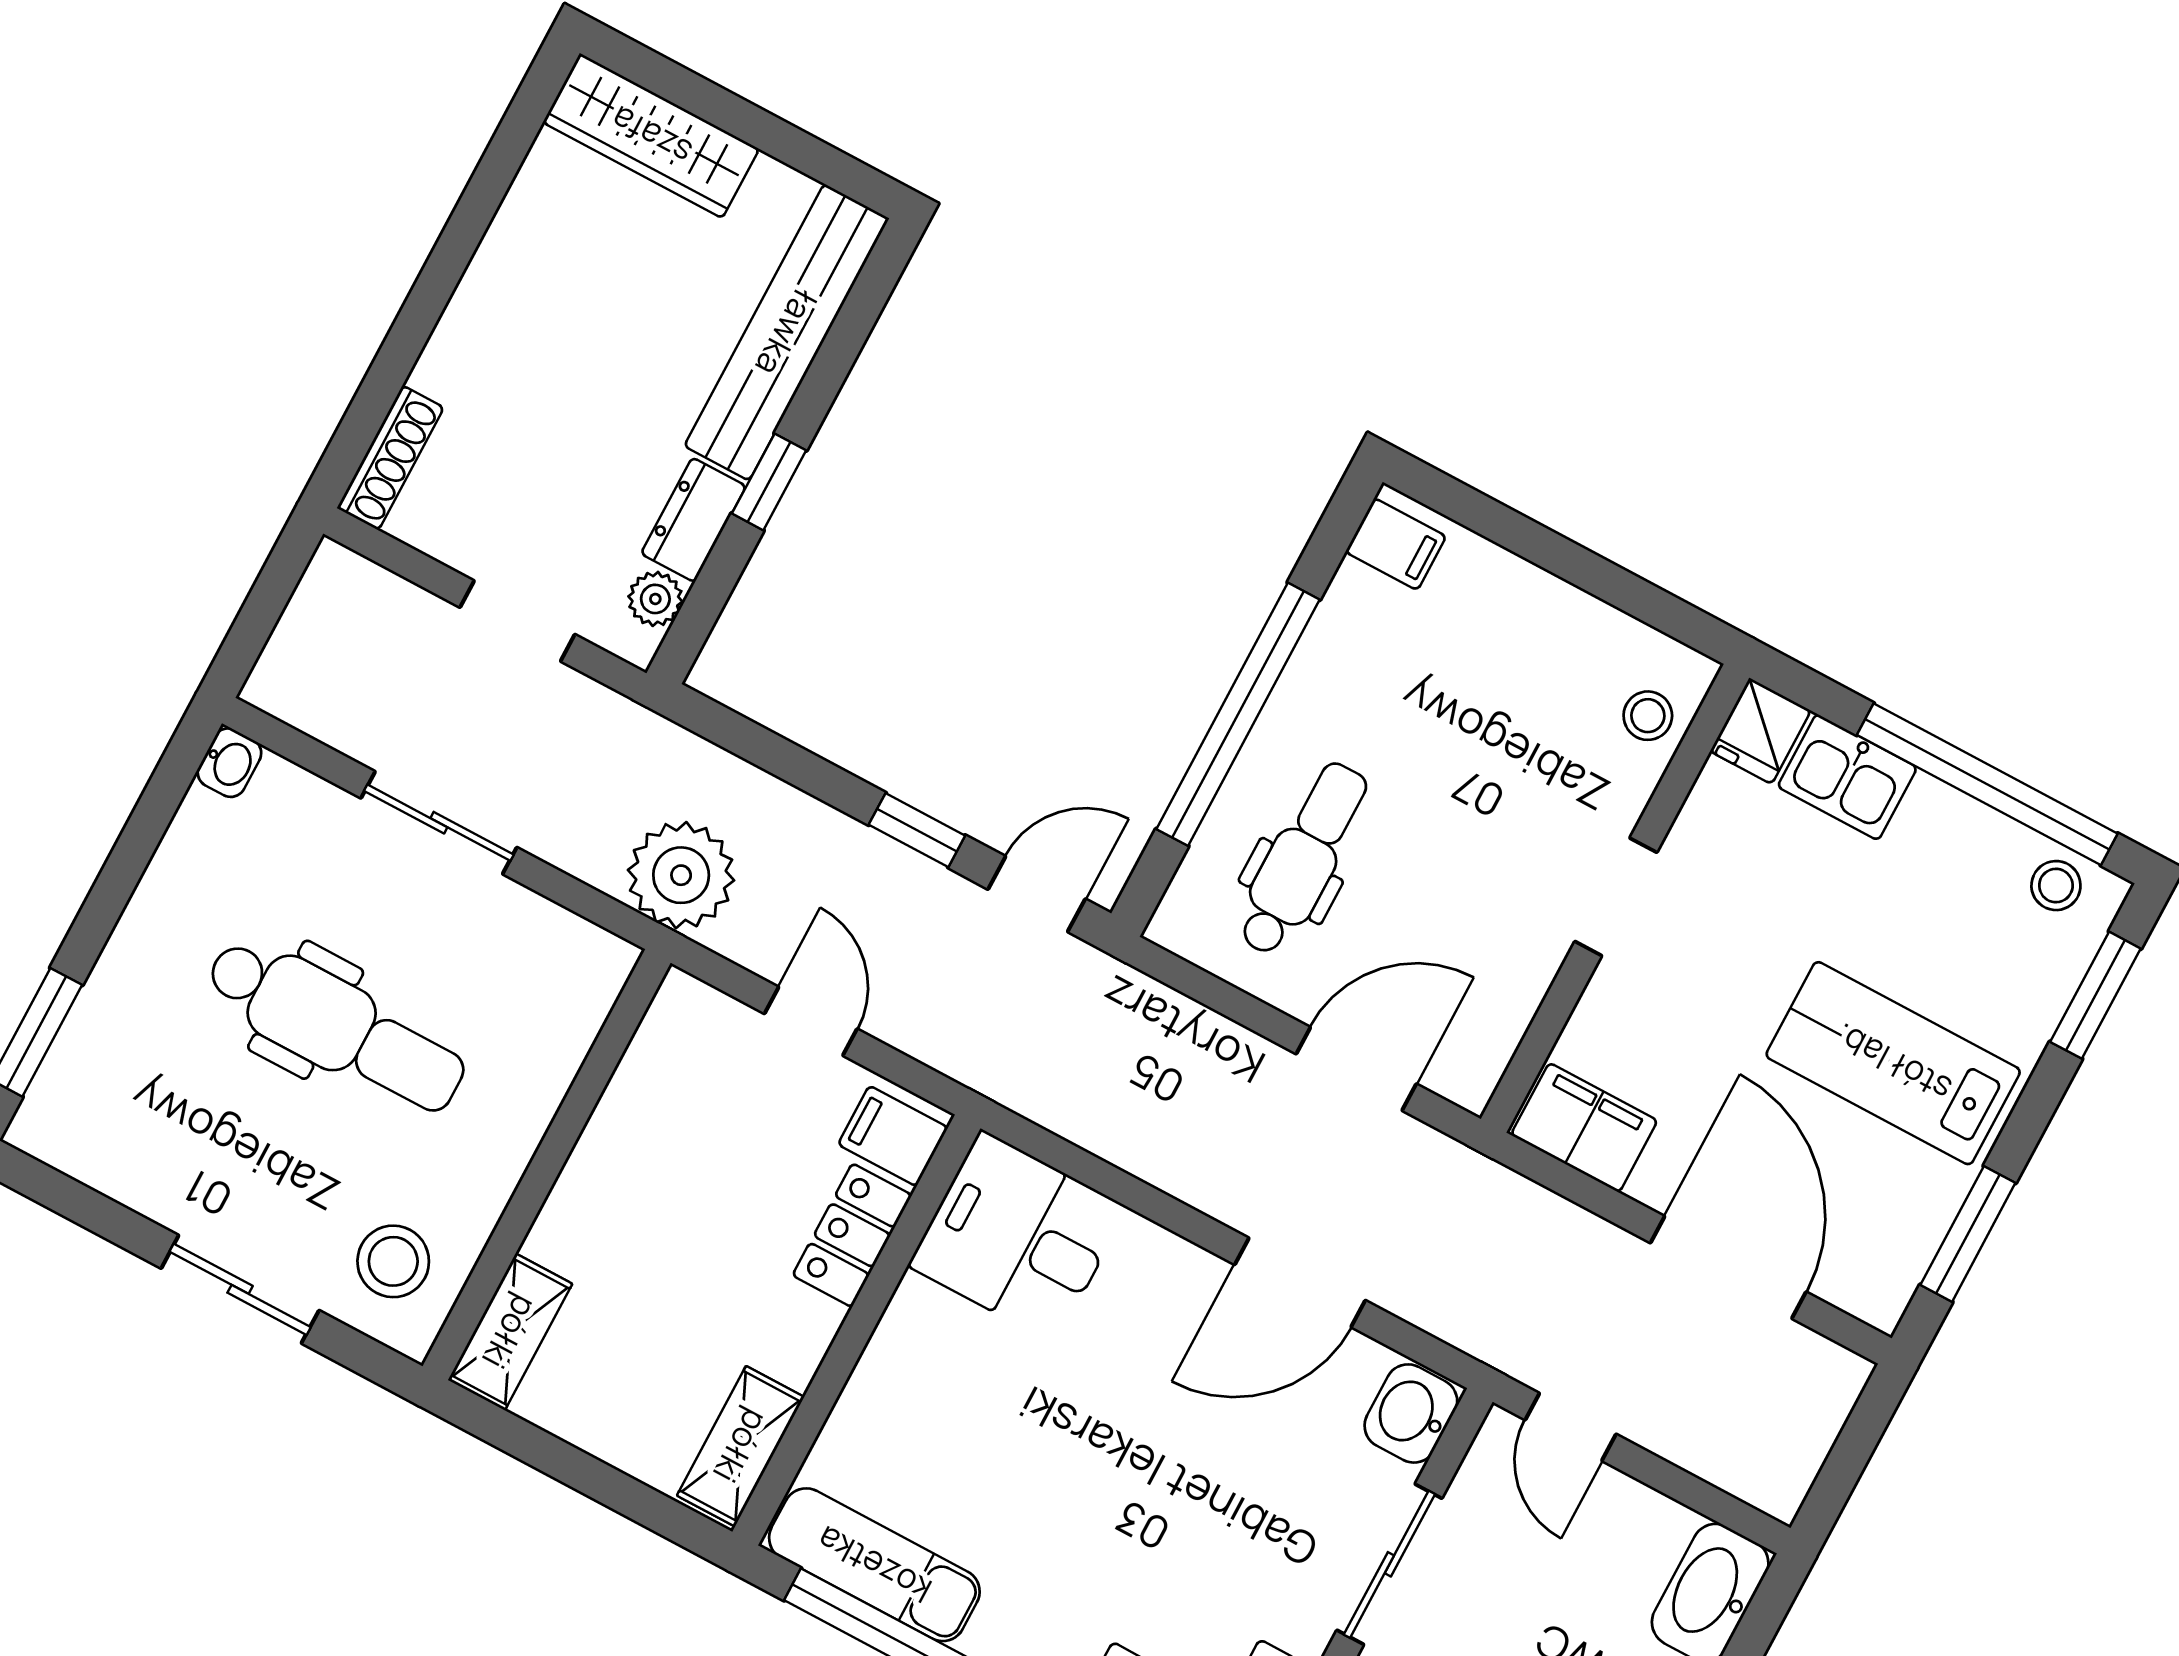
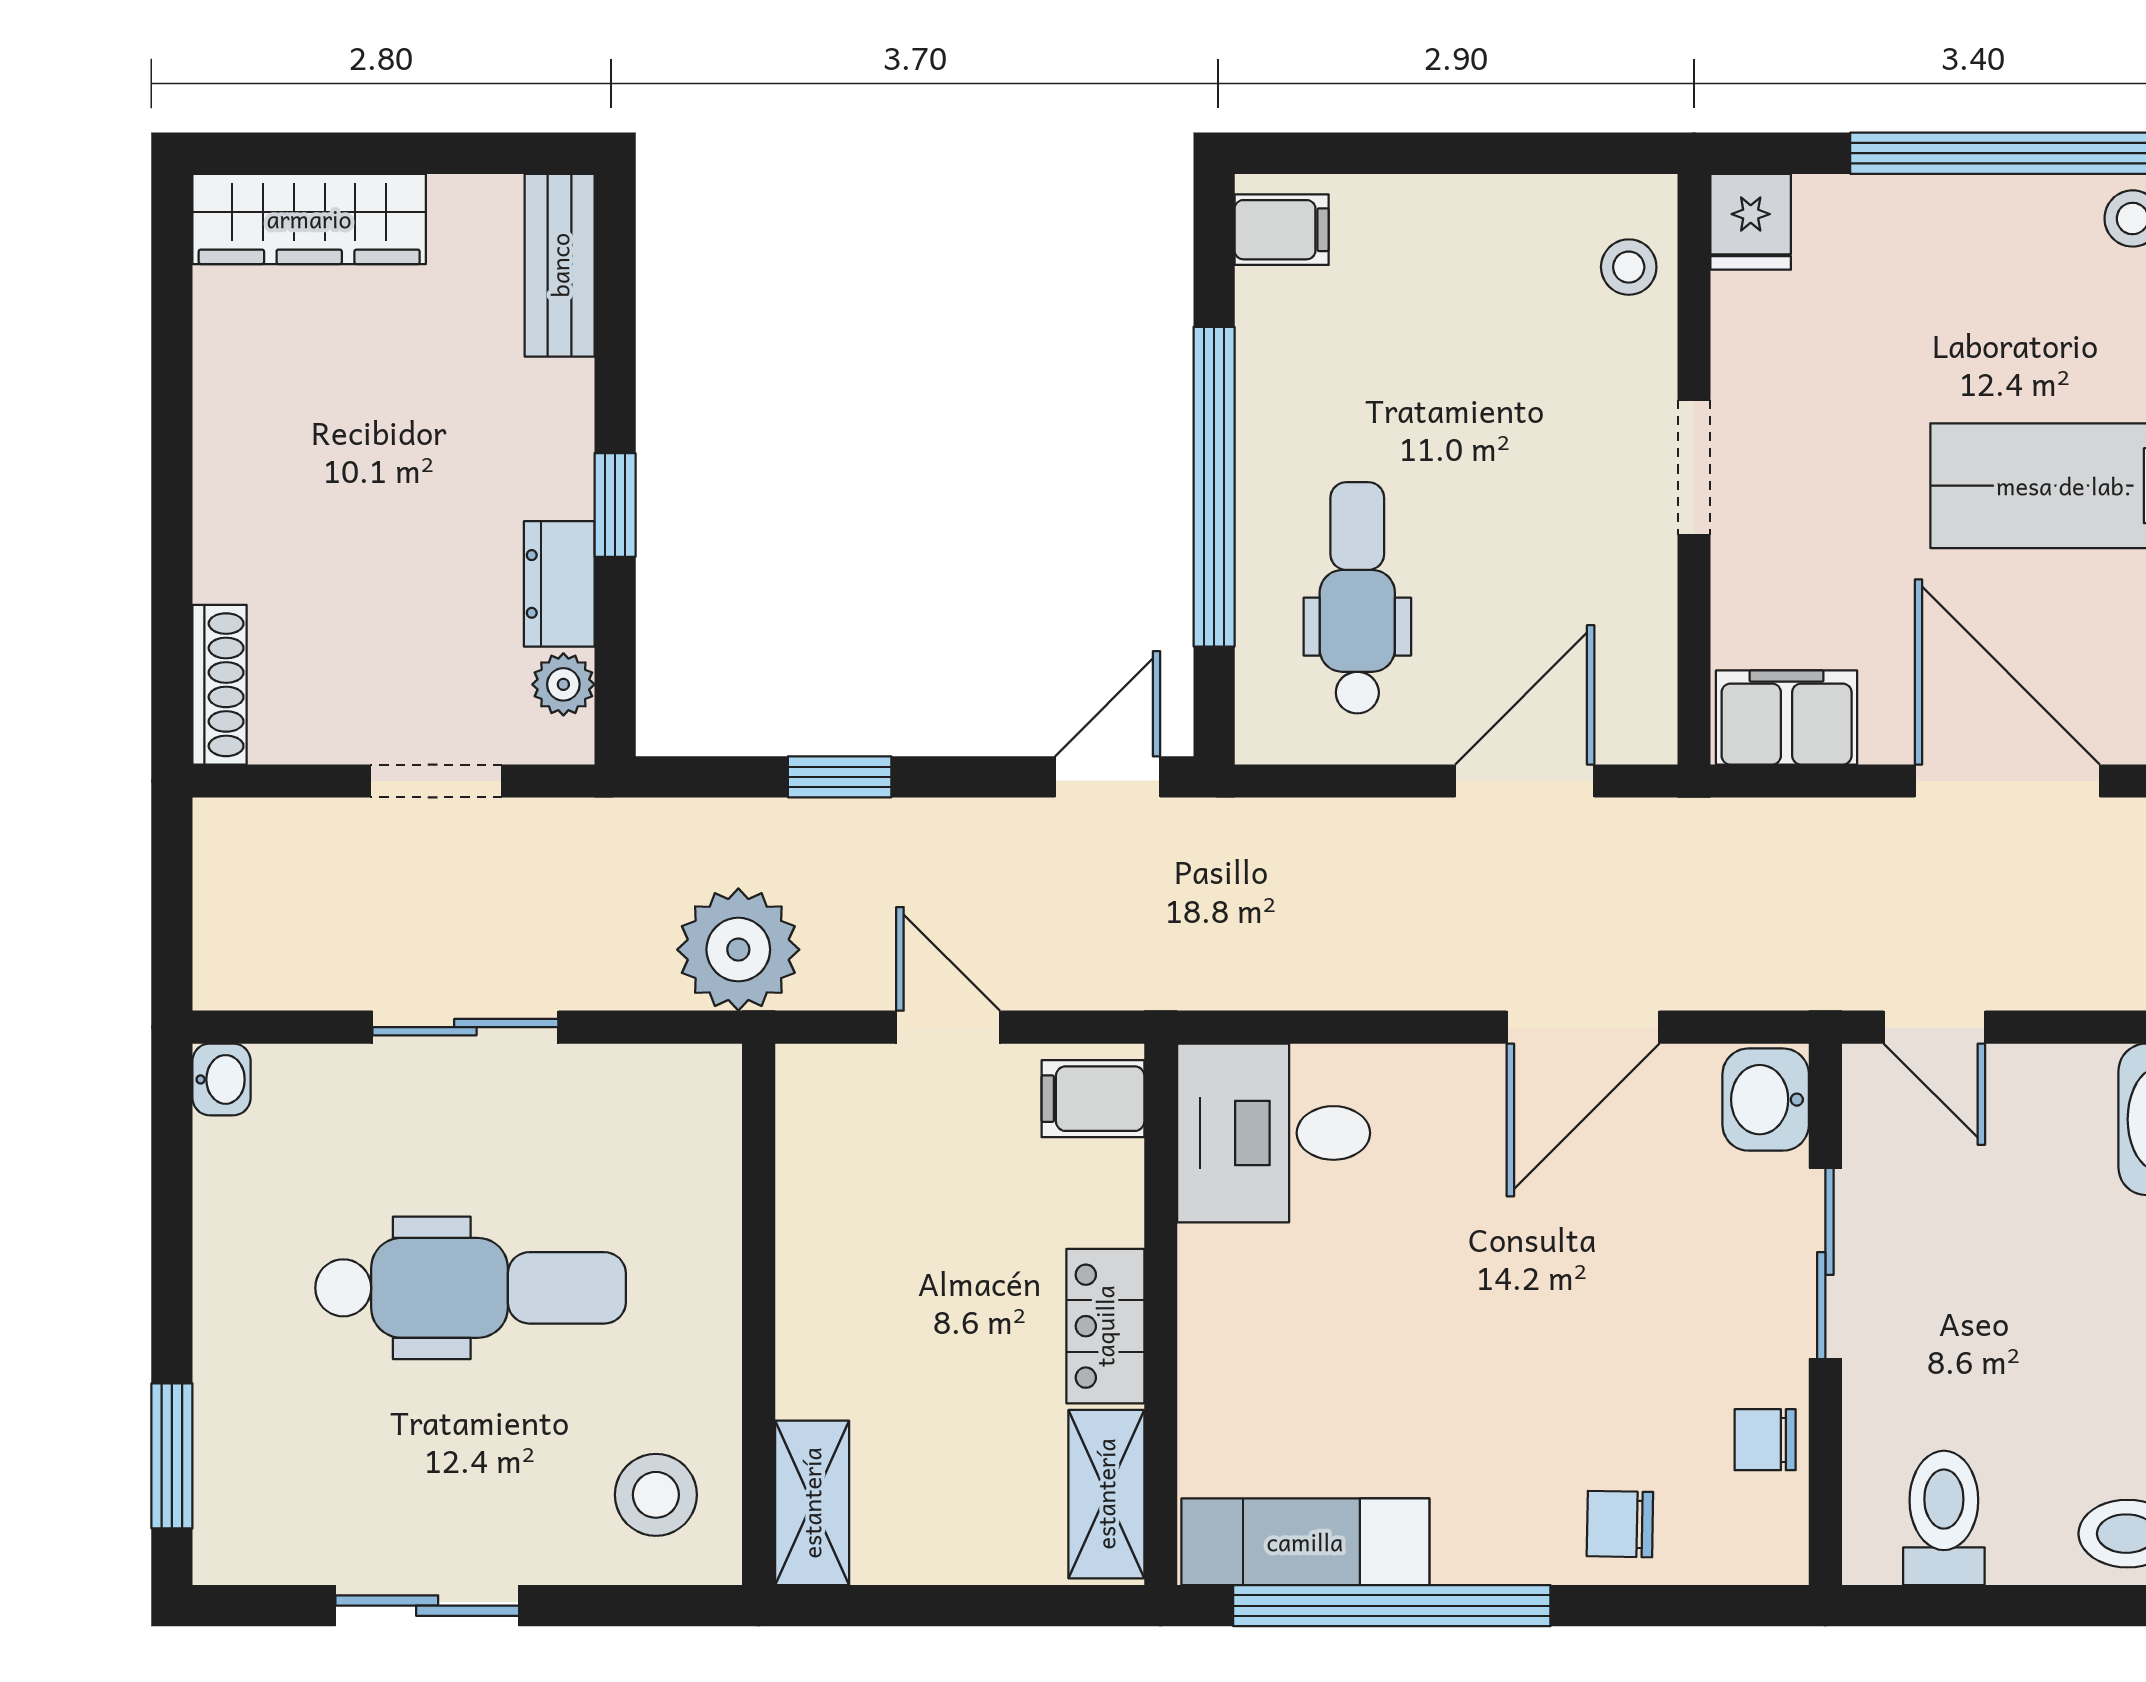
bench: (787, 332) -> (560, 265), width x0.54, depth x0.82
kitchen sink: (1847, 777) -> (1863, 221), removed
window: (917, 830) -> (840, 777), moved
locker: (852, 1235) -> (1105, 1326), moved
sliding door: (240, 1289) -> (427, 1606), moved

